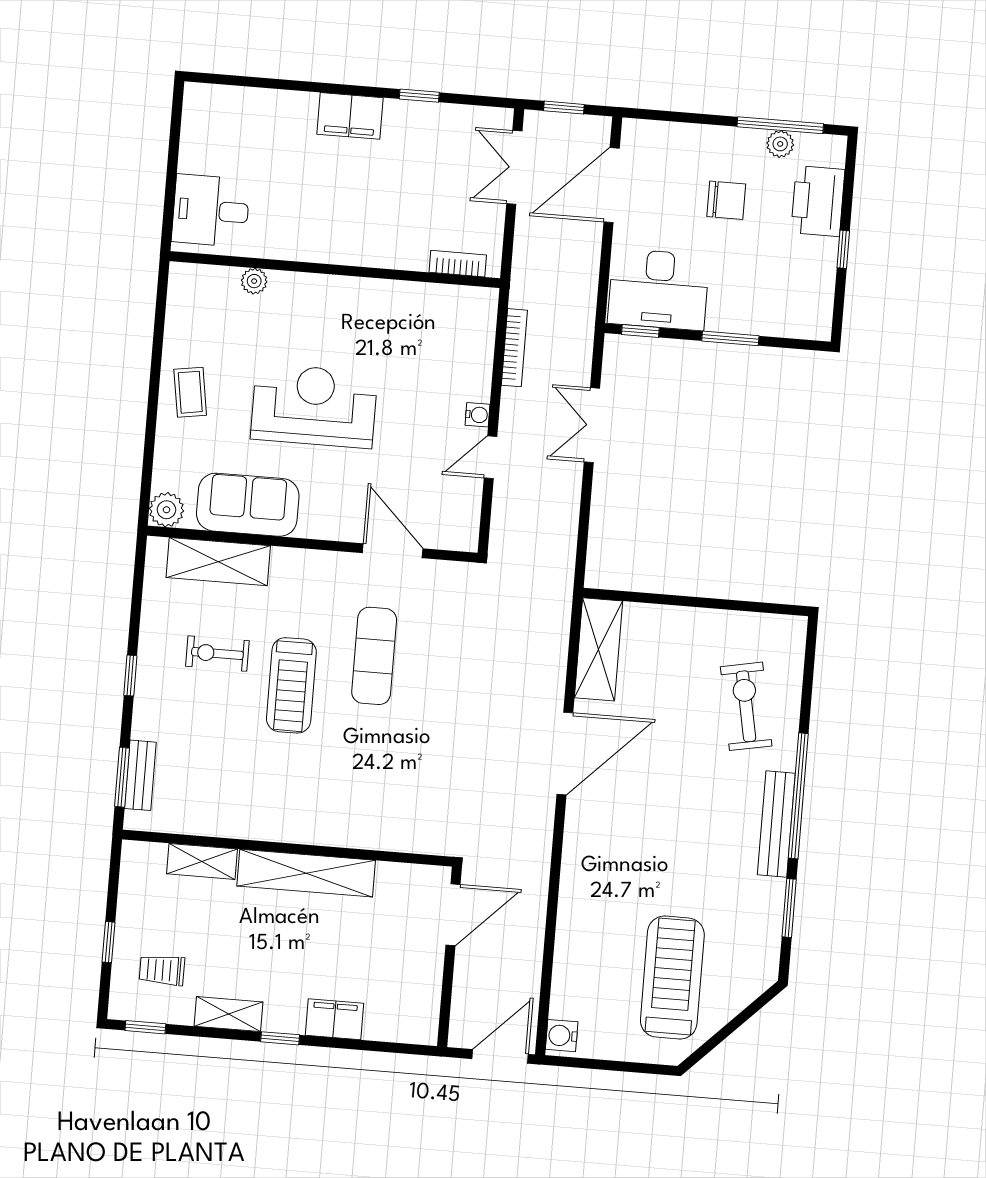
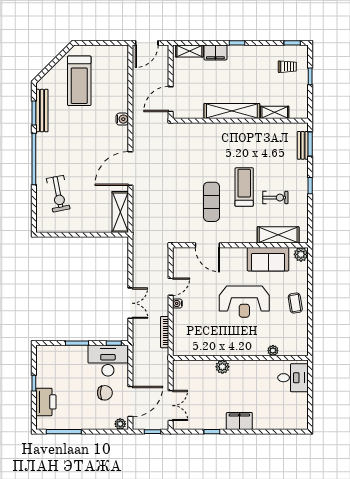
plant: (780, 144) -> (120, 424), moved
chair: (726, 200) -> (105, 393), moved, turned 180
plant: (380, 252) -> (222, 367), added
bookcase: (458, 264) -> (191, 364), removed
bench: (776, 824) -> (42, 111), moved
shelving: (228, 1014) -> (189, 51), moved
water cooler: (562, 1036) -> (122, 119), moved

